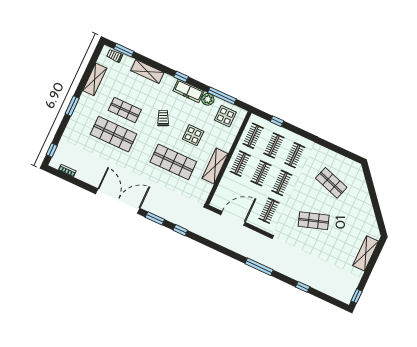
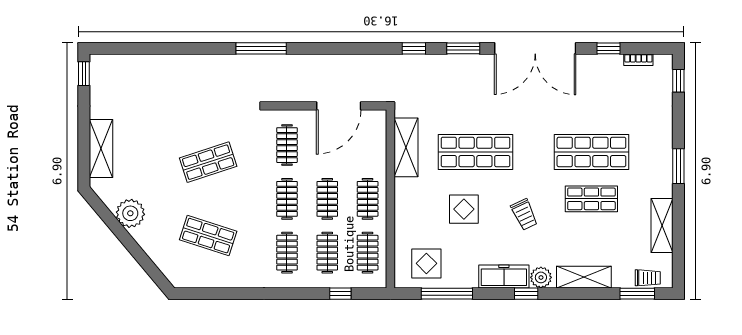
plant: (208, 99) -> (541, 277), moved
shelving: (215, 166) -> (406, 147), moved
plant: (366, 213) -> (130, 213), added
window: (303, 287) -> (609, 48), moved

